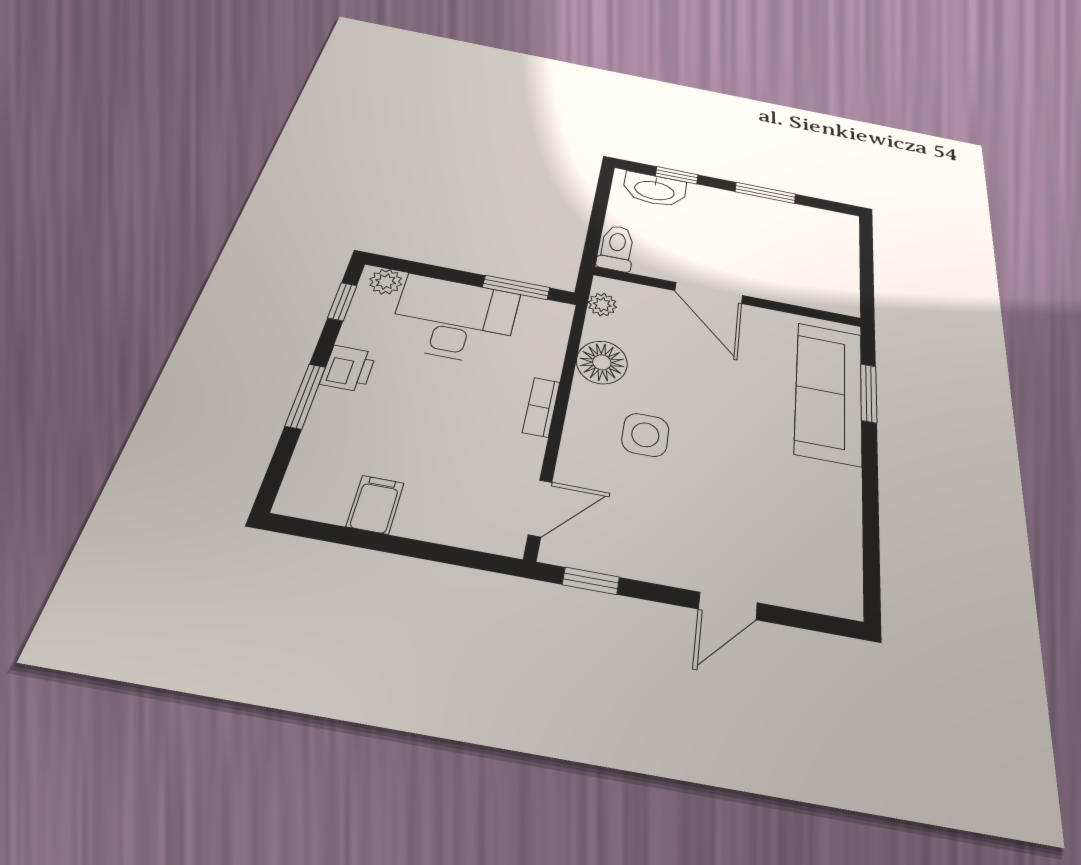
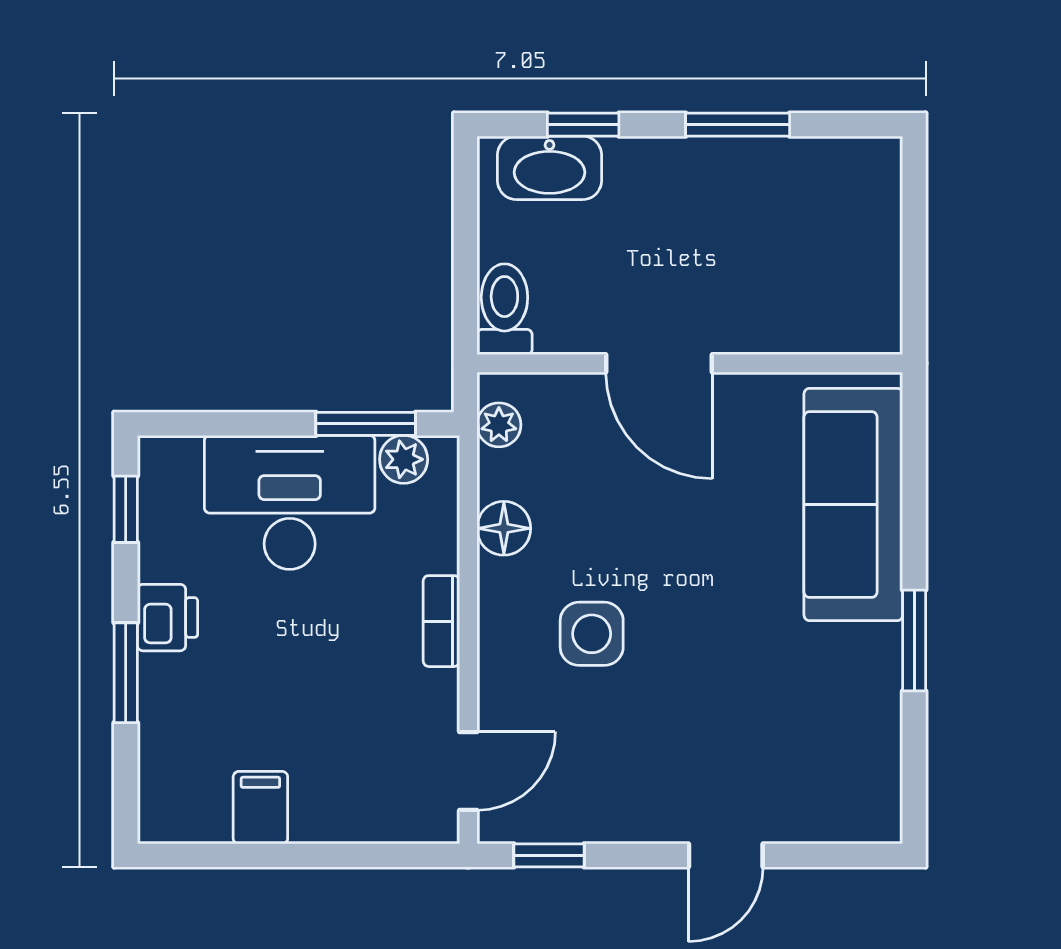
plant: (386, 282) -> (404, 459), moved
floor lamp: (602, 362) -> (504, 528), width x0.73, depth x0.73
window: (869, 393) -> (914, 640), moved

